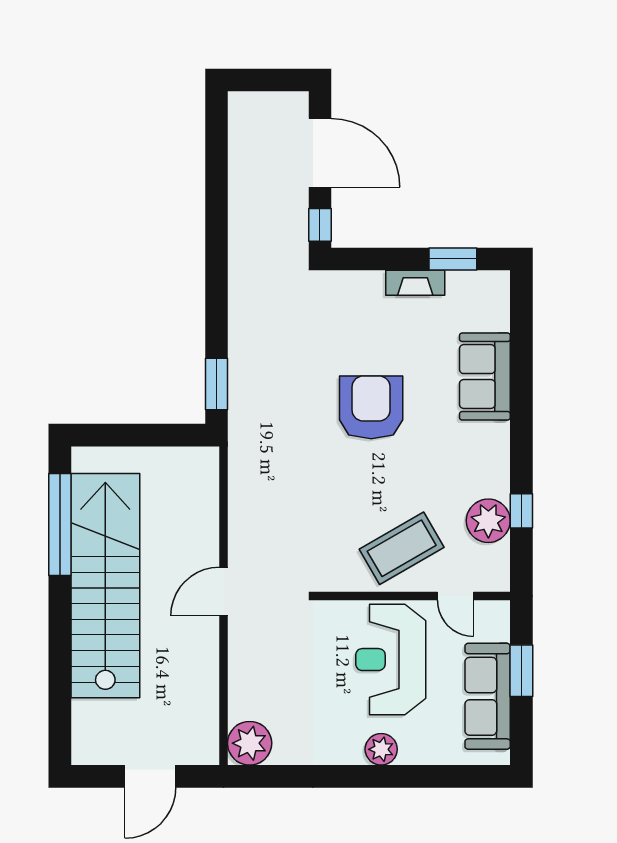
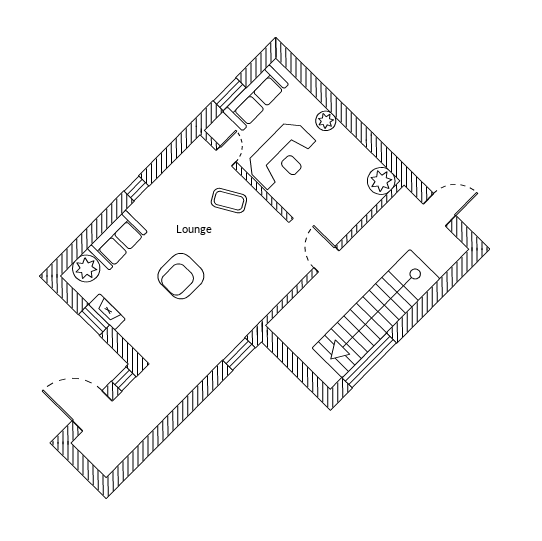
door: (320, 153) -> (92, 411), hinge flipped
window: (453, 259) -> (94, 320), moved
window: (521, 511) -> (136, 188), moved
plant: (488, 521) -> (86, 268), moved
coffee table: (402, 548) -> (229, 201), width x0.73, depth x0.76
door: (223, 592) -> (327, 259), swing flipped

